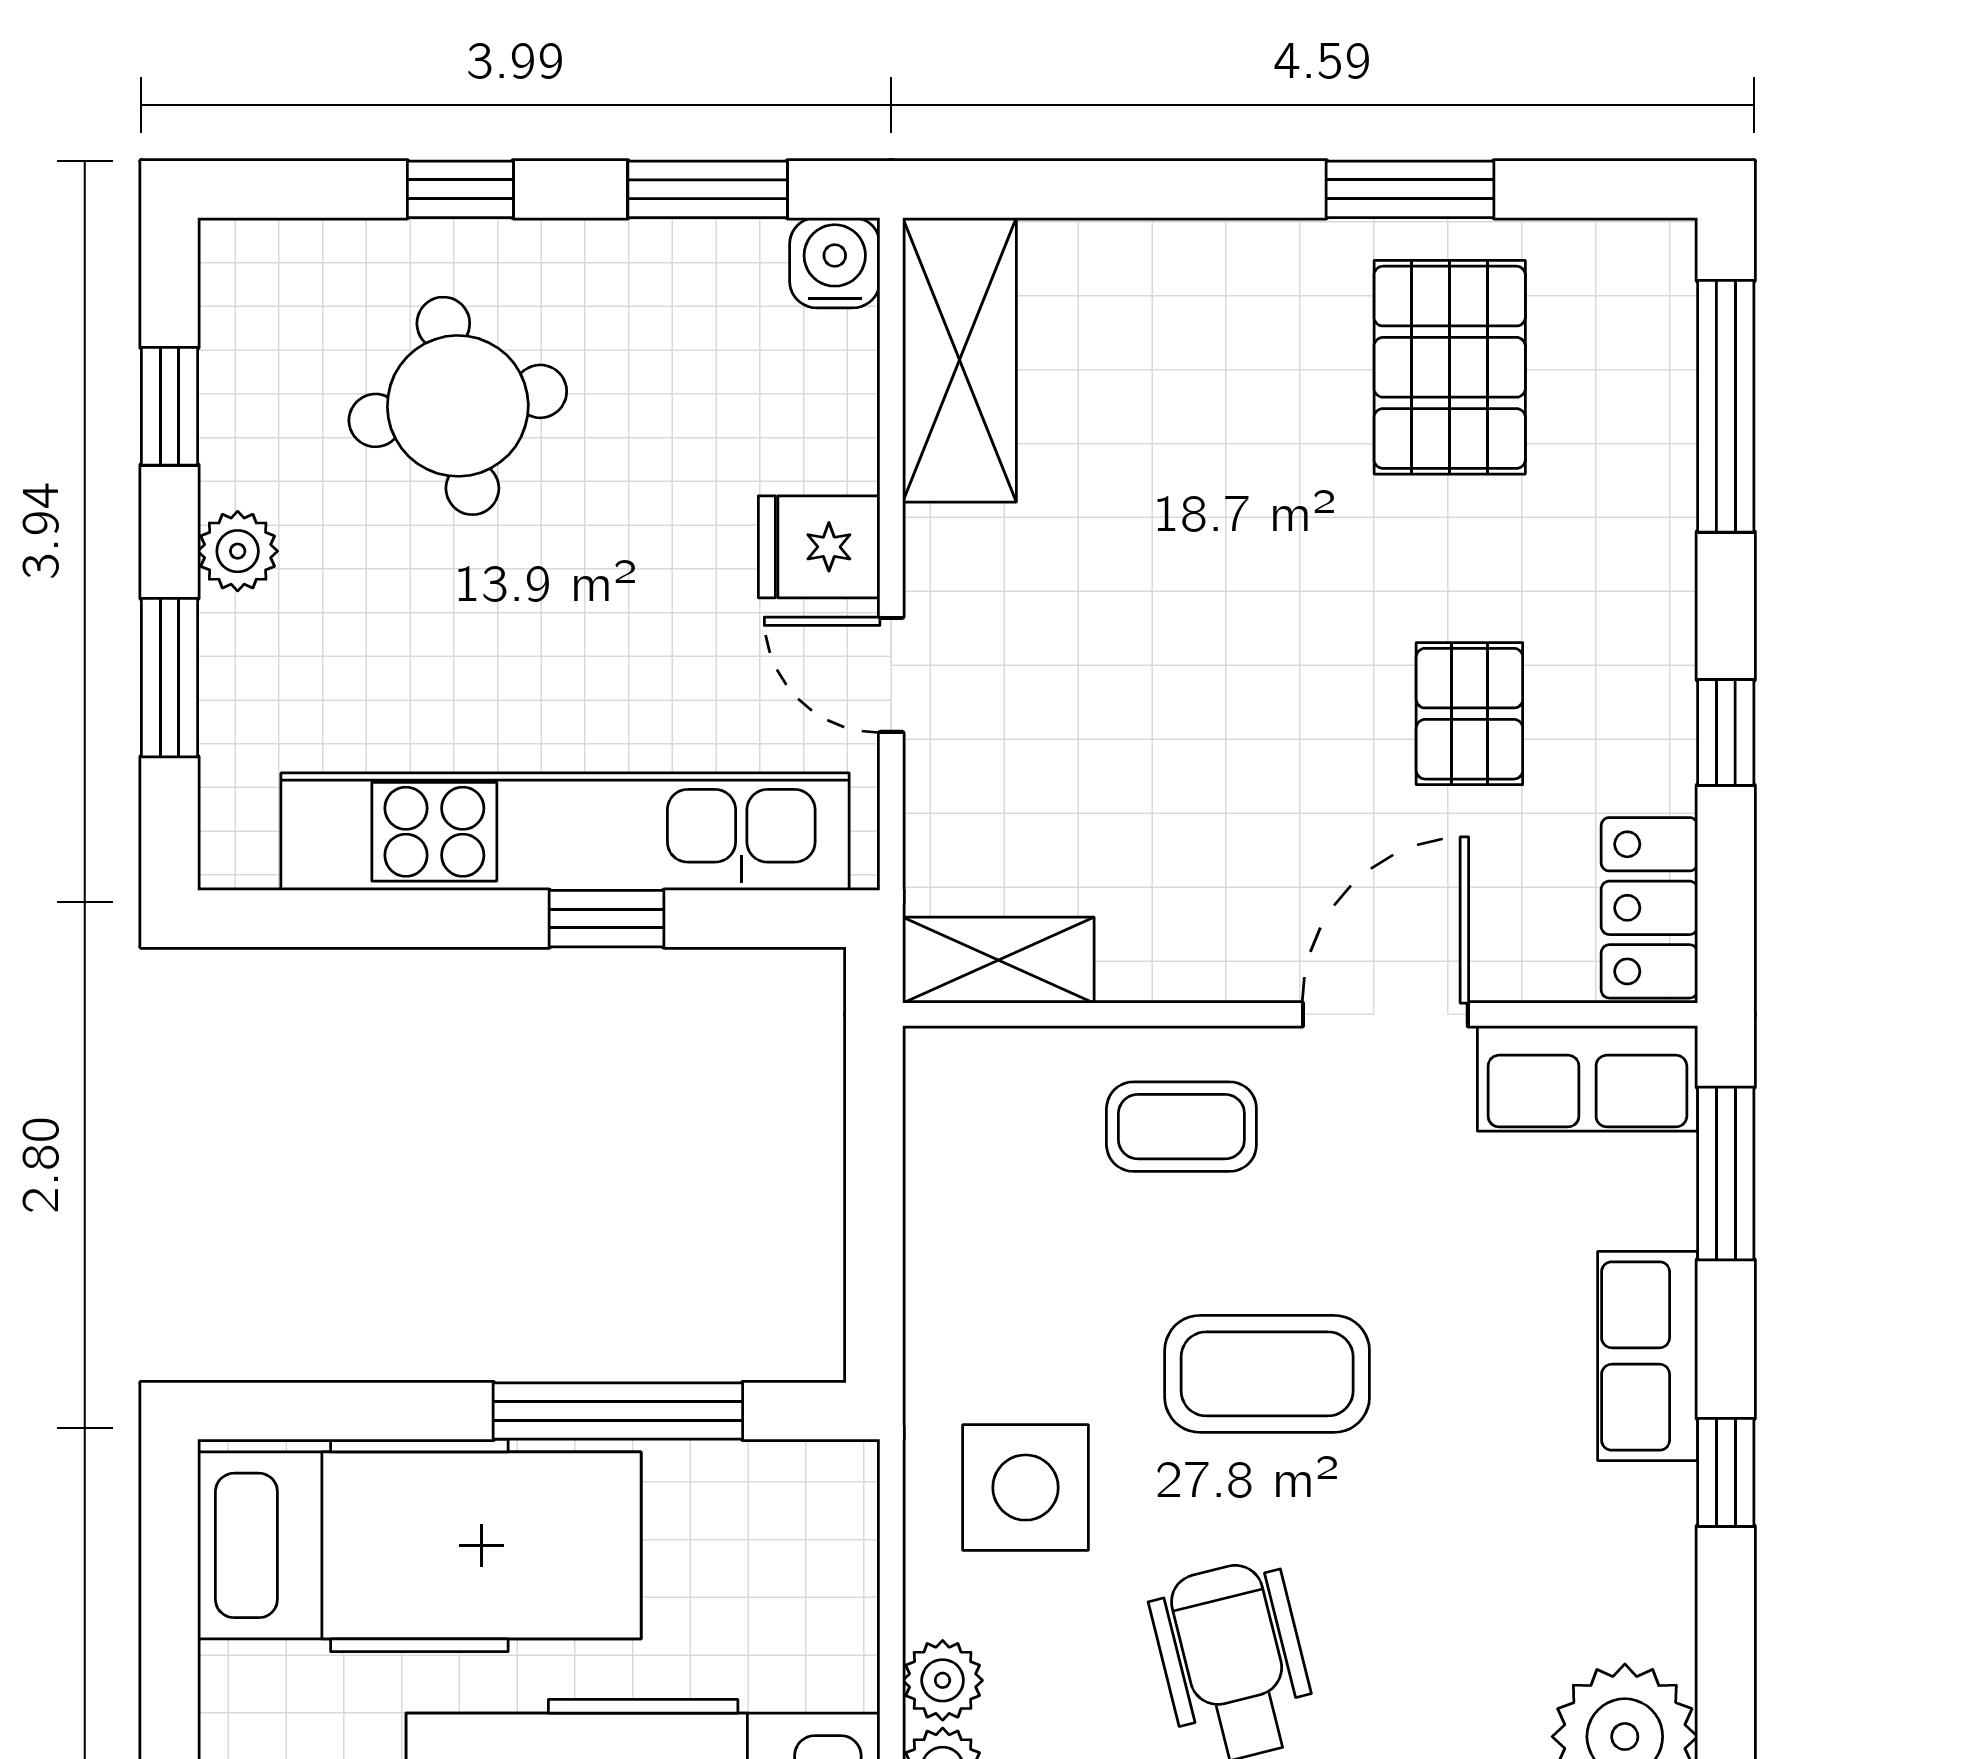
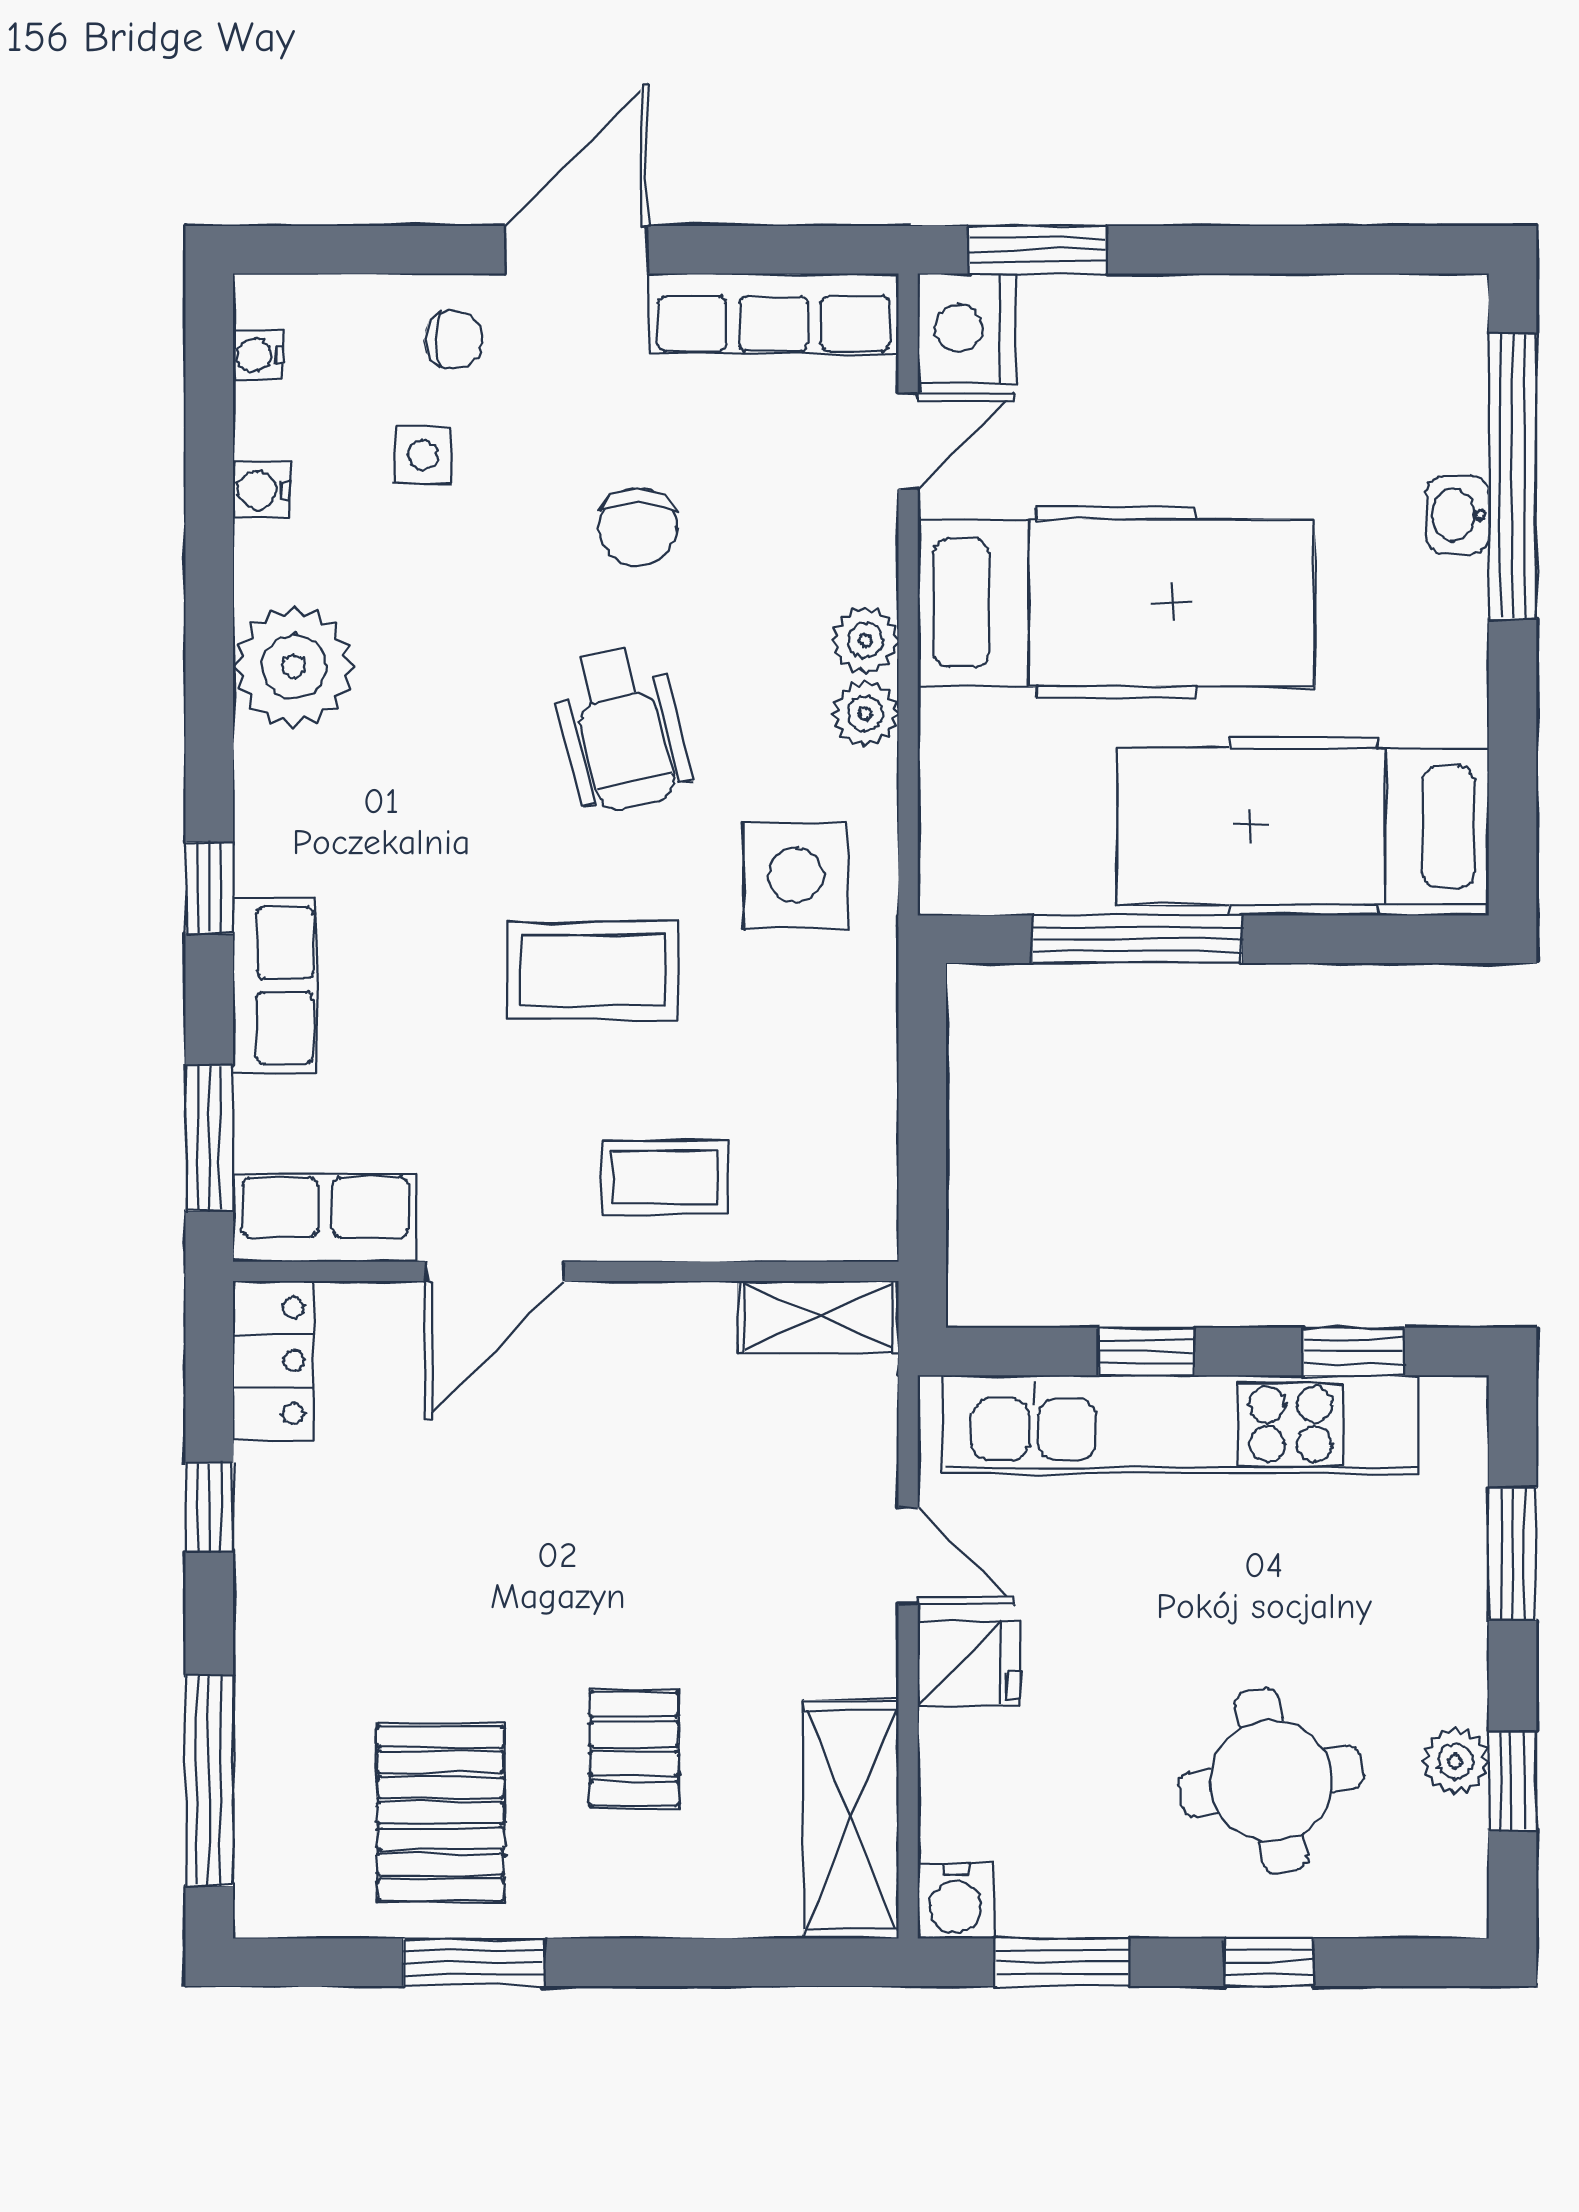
plant: (238, 551) -> (1455, 1761), moved
pallet: (1469, 714) -> (634, 1749), moved
window: (359, 919) -> (1354, 1352), added

